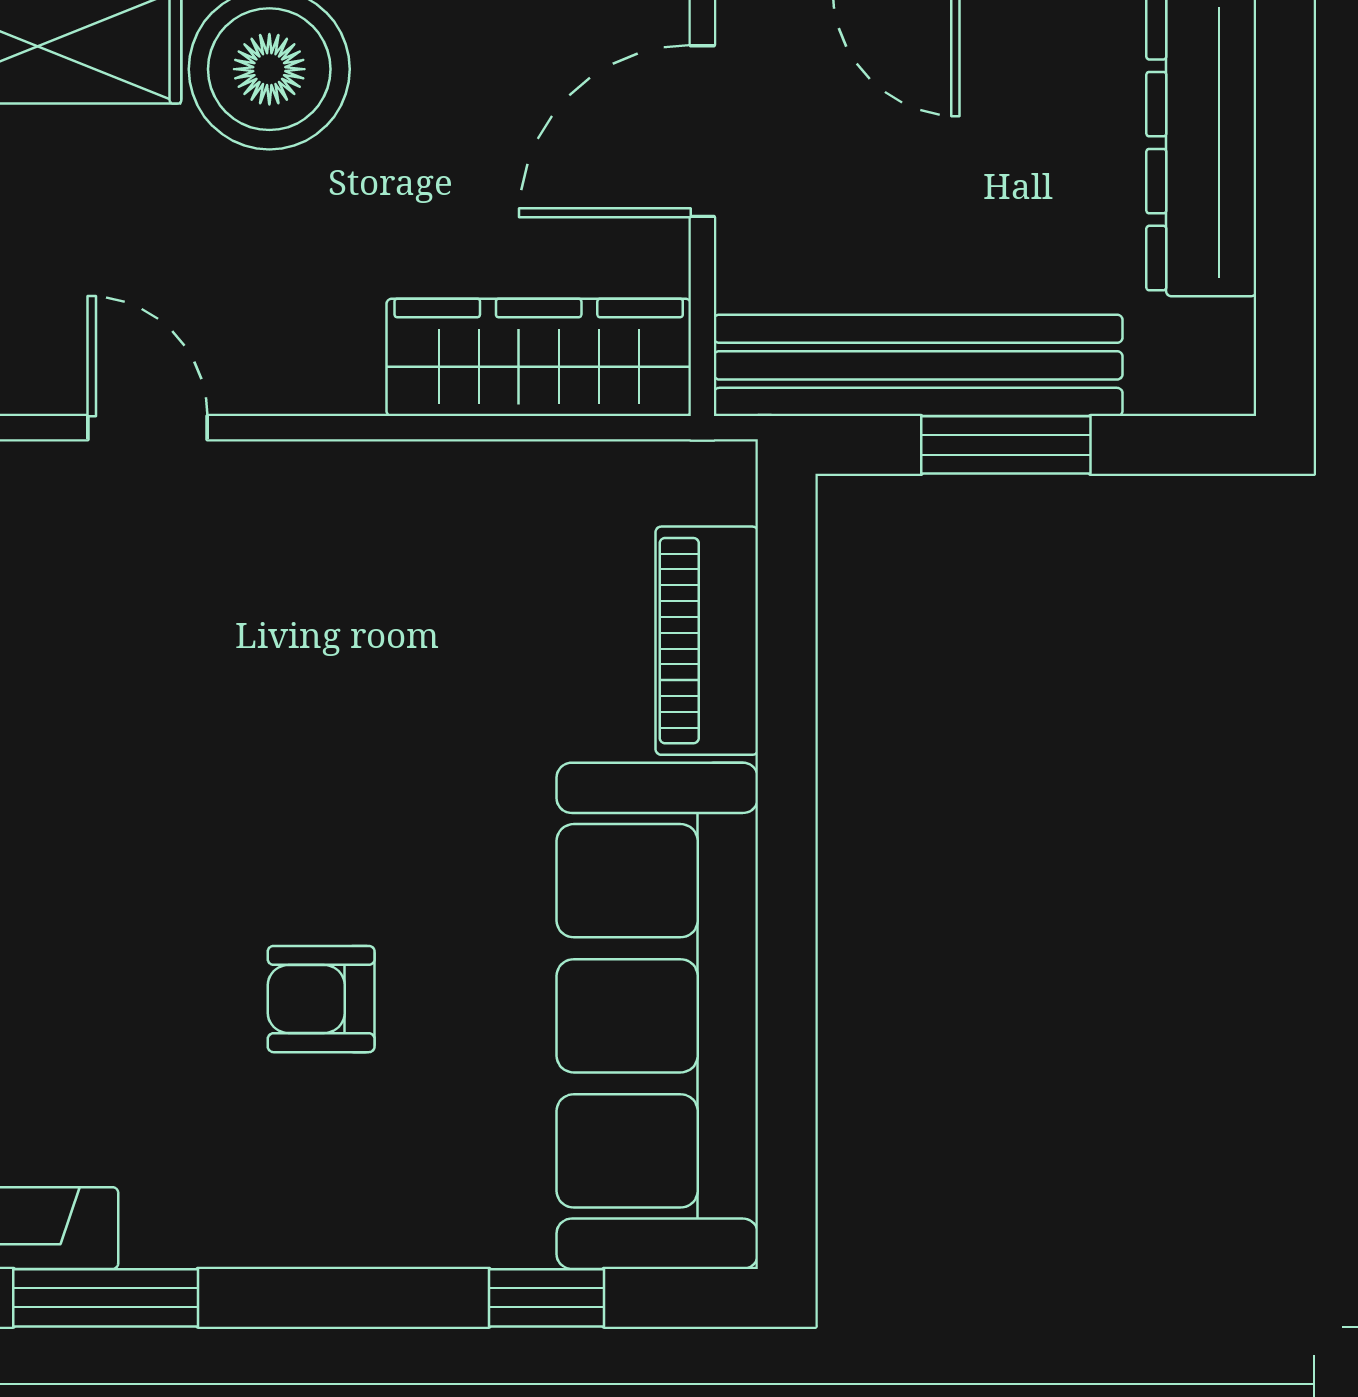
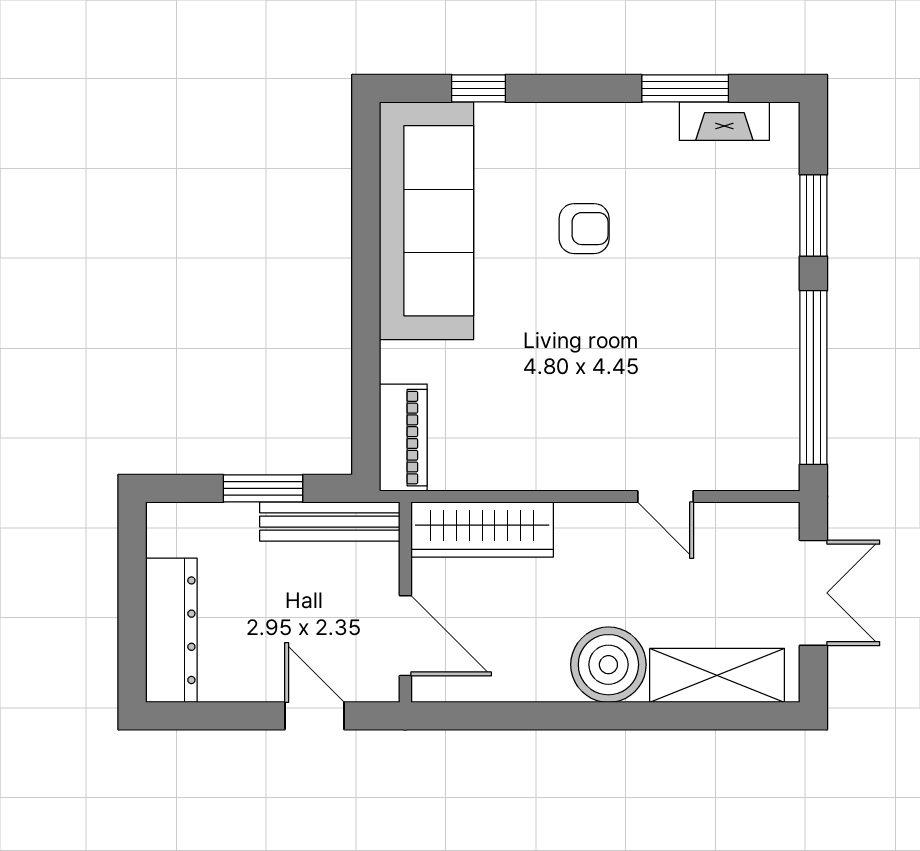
door: (702, 131) -> (405, 636), hinge flipped
bench: (918, 365) -> (330, 522), width x0.73, depth x0.82
piano: (707, 641) -> (403, 438), moved

